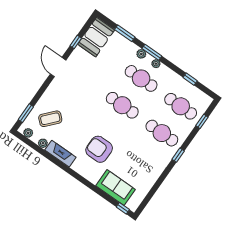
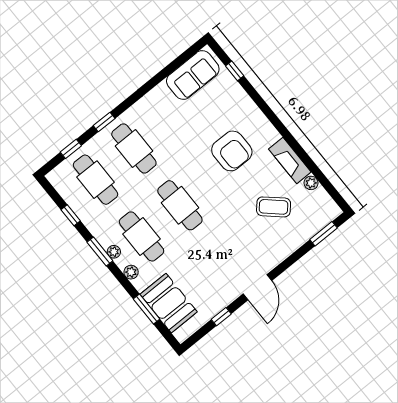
booth: (96, 37) -> (169, 303), moved, turned 90
window: (152, 52) -> (100, 251), moved
coffee table: (50, 119) -> (274, 207), moved
plant: (28, 133) -> (328, 204), removed
window: (178, 155) -> (104, 122), moved
sofa: (115, 188) -> (193, 75), moved, turned -90
window: (123, 208) -> (235, 71), moved

